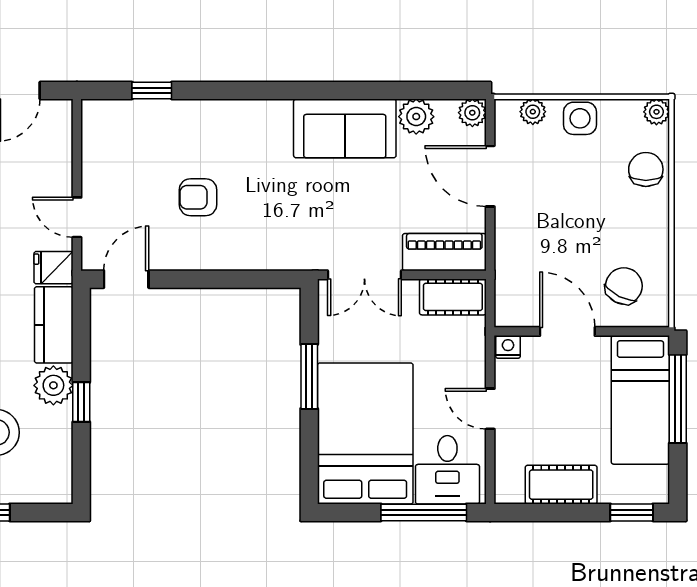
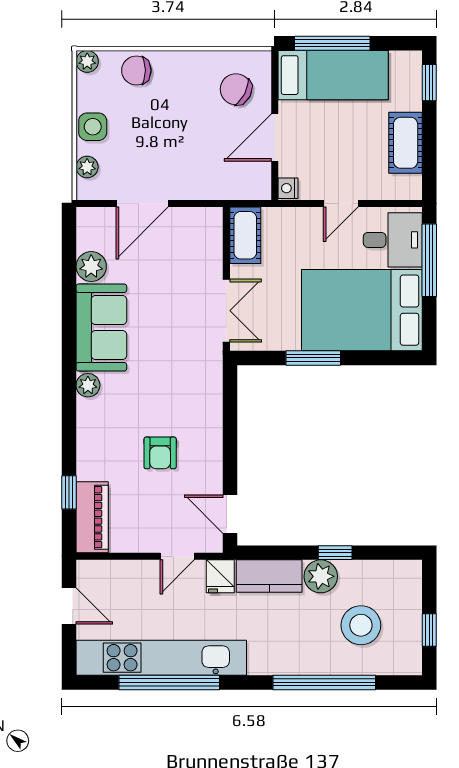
plant: (472, 113) -> (88, 385), moved
piano: (444, 252) -> (92, 517), moved, turned 180

